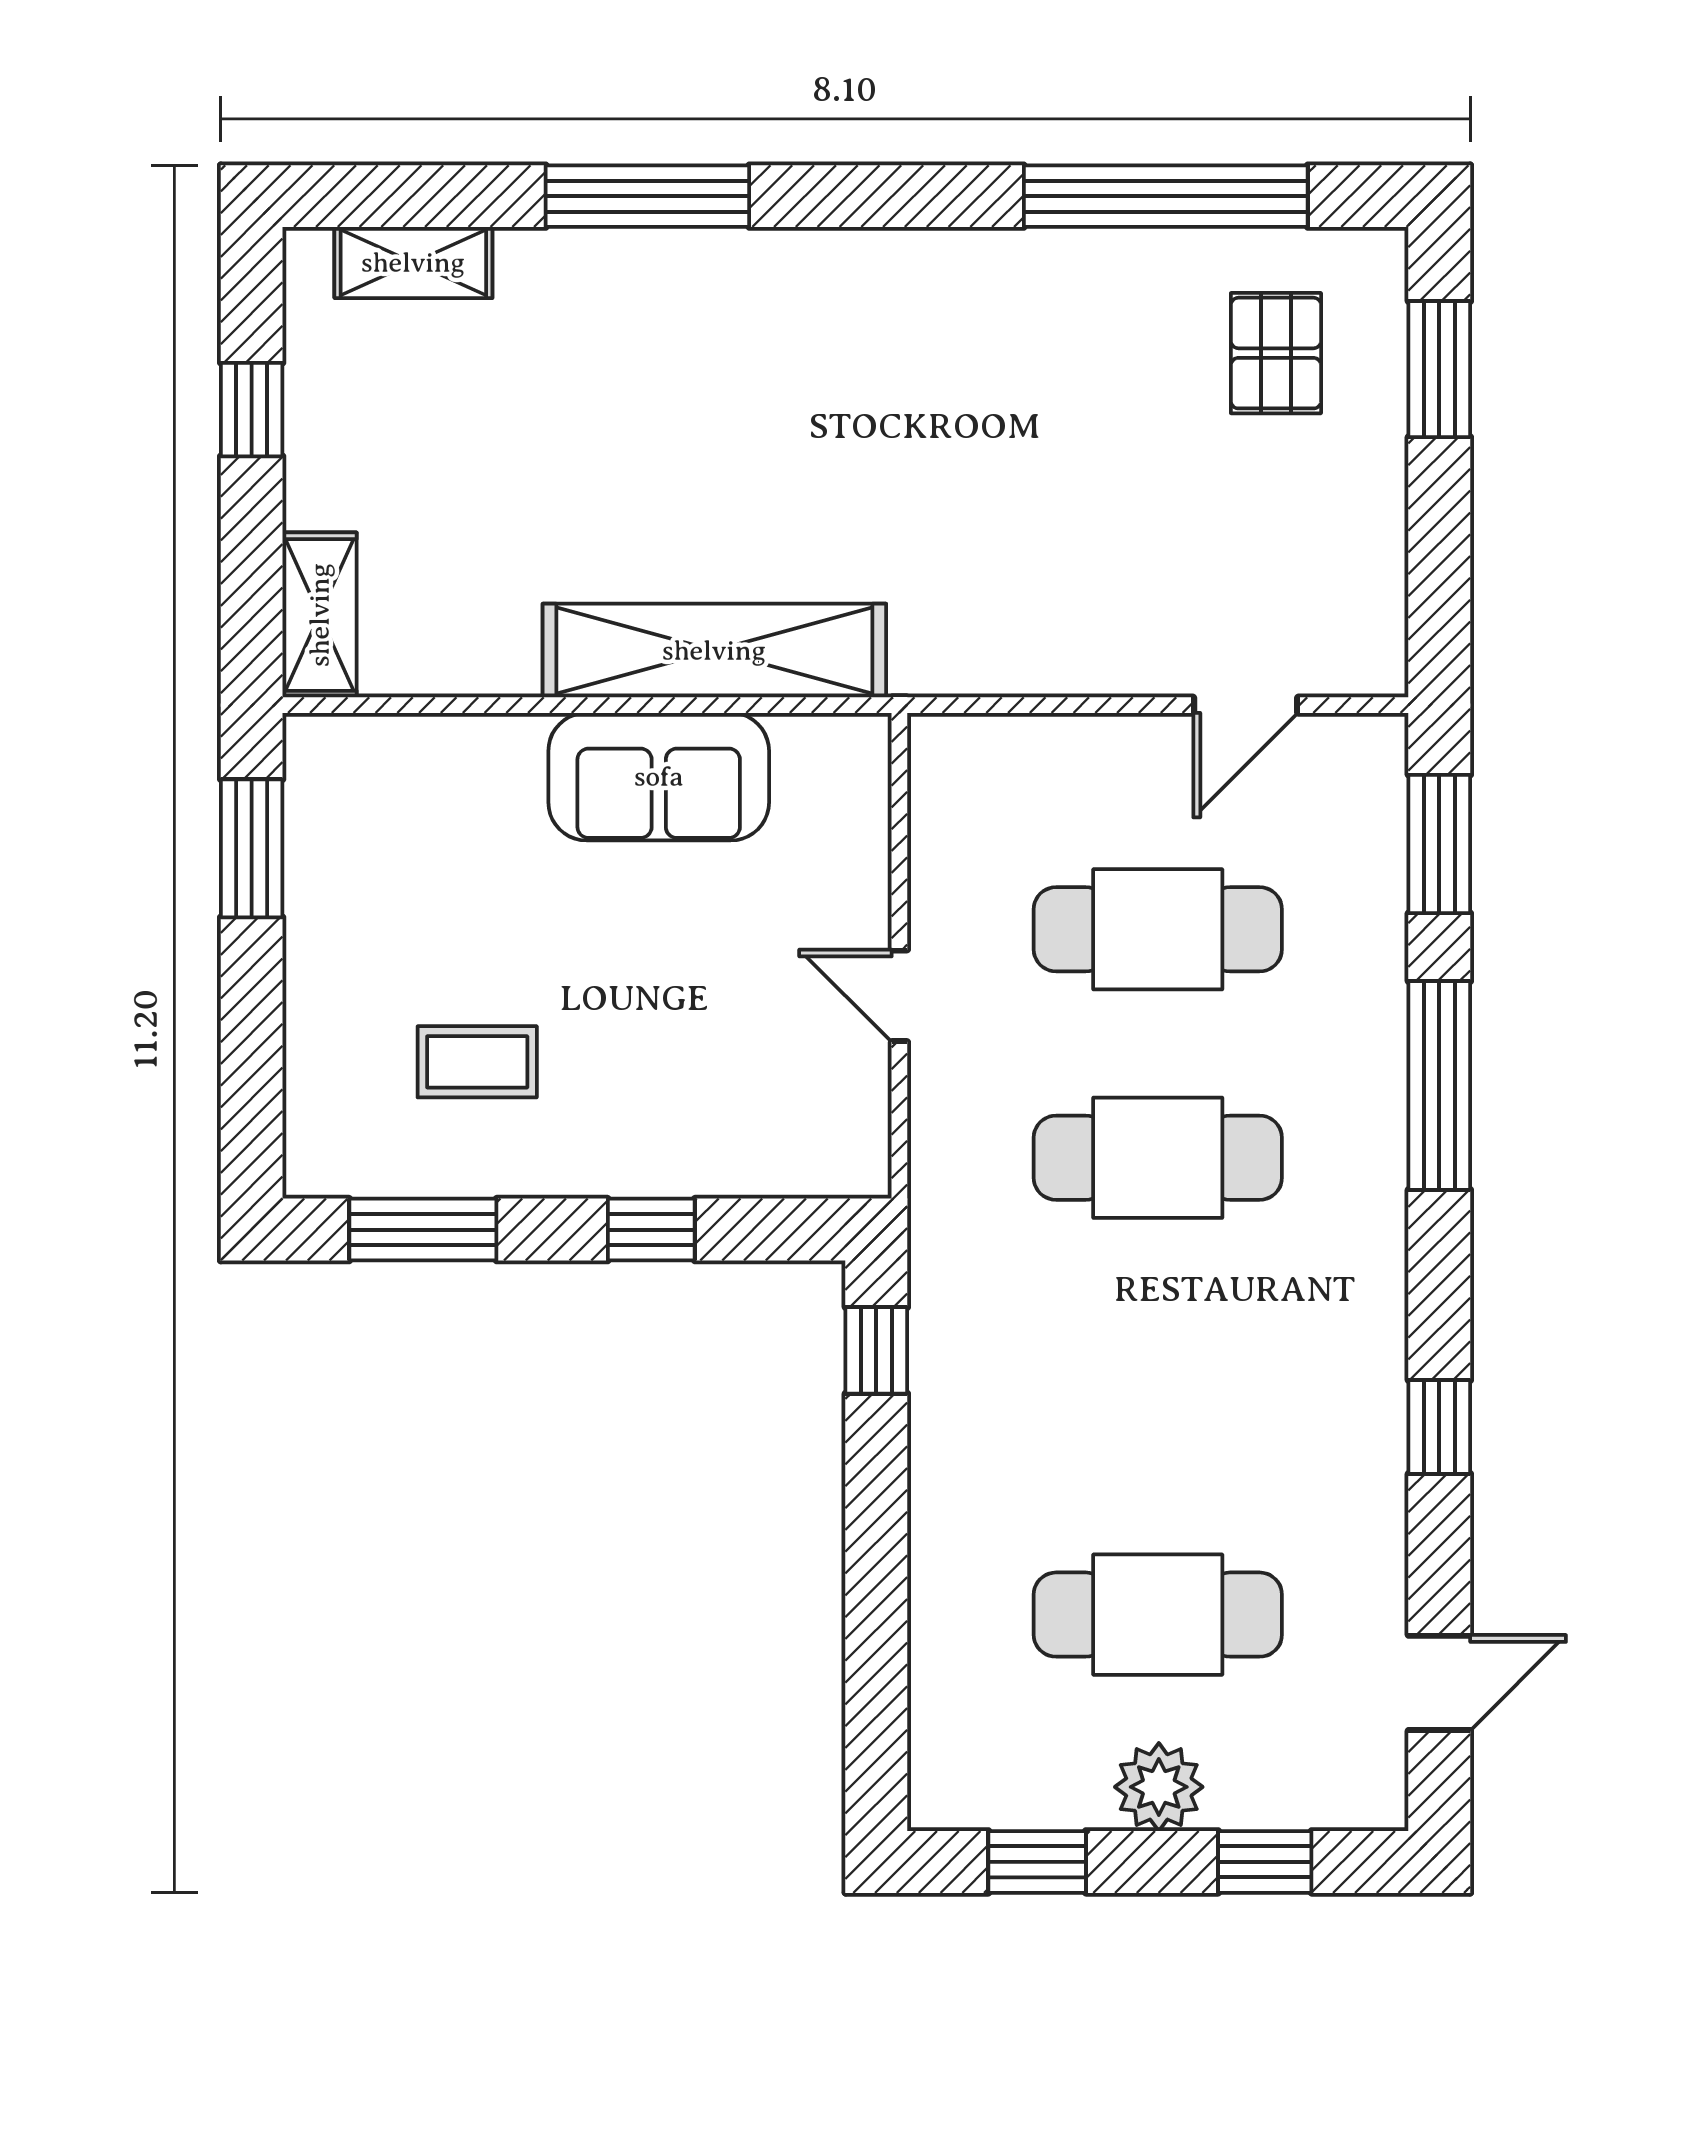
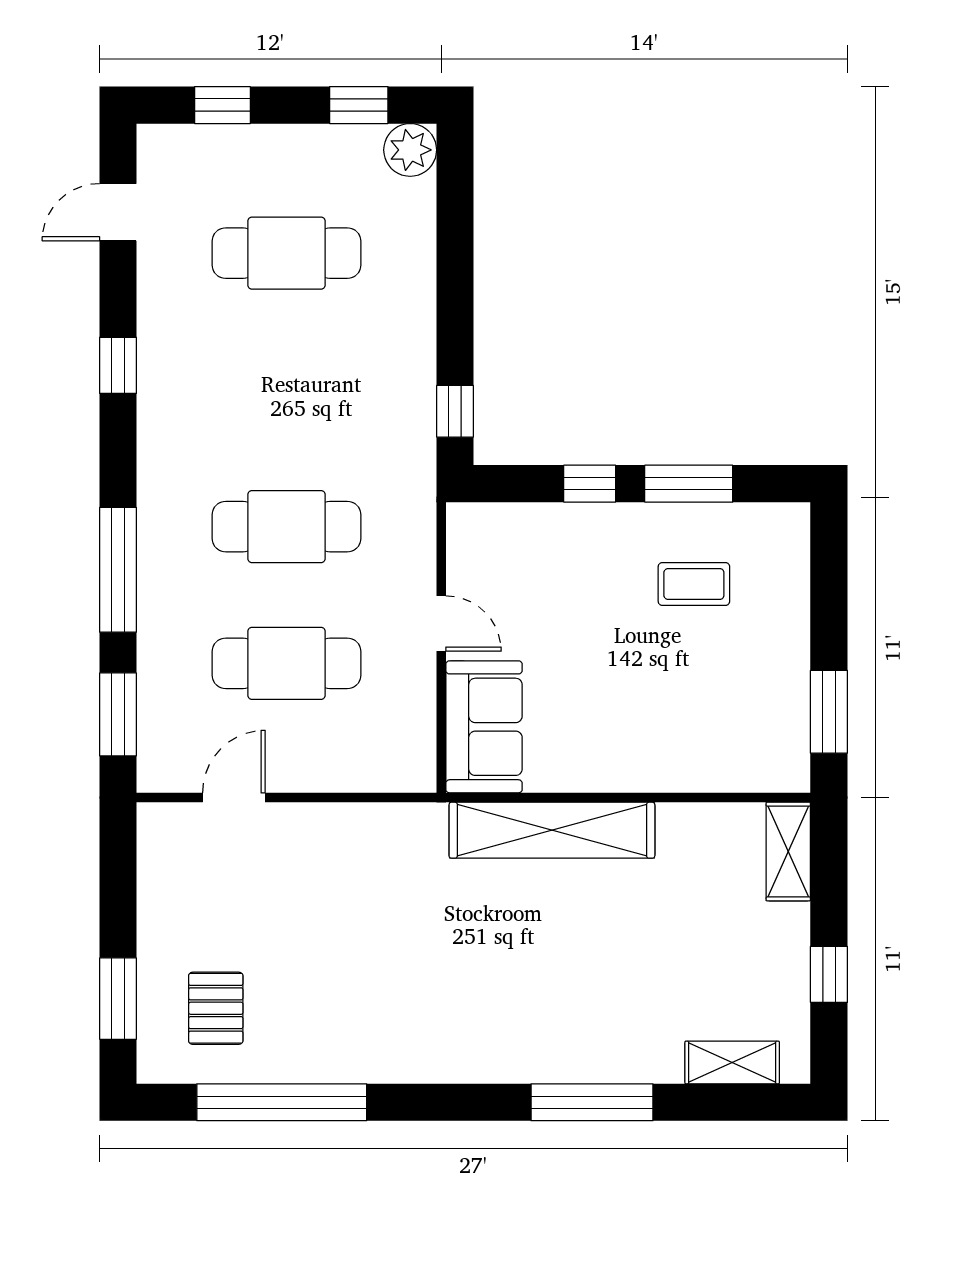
sofa: (659, 777) -> (484, 727), moved, turned 90
window: (423, 1230) -> (689, 484), moved
plant: (1159, 1787) -> (410, 150), moved

